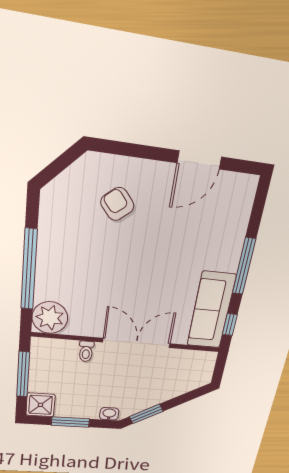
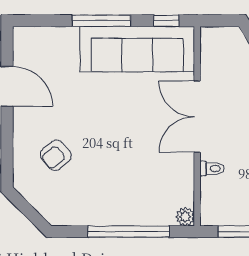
sofa: (211, 310) -> (137, 49), width x1.36, depth x1.27
plant: (50, 318) -> (185, 217), width x0.53, depth x0.53

